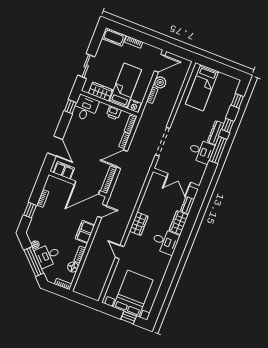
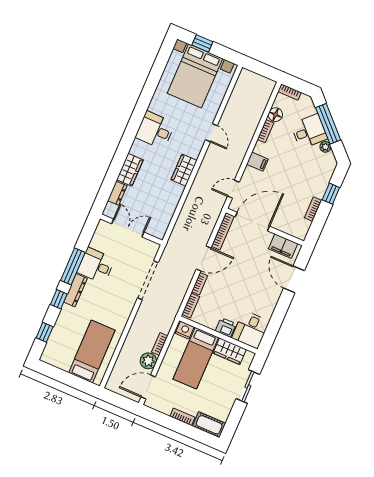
window: (70, 107) -> (271, 332), removed
printer: (114, 113) -> (226, 327), moved
filing cabinet: (85, 232) -> (257, 162), width x0.50
desk: (165, 241) -> (155, 130), moved

